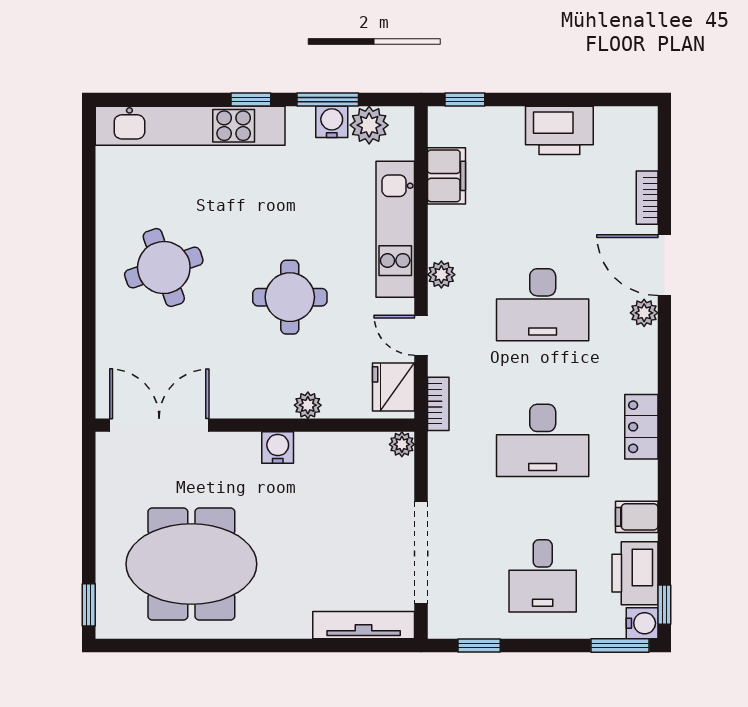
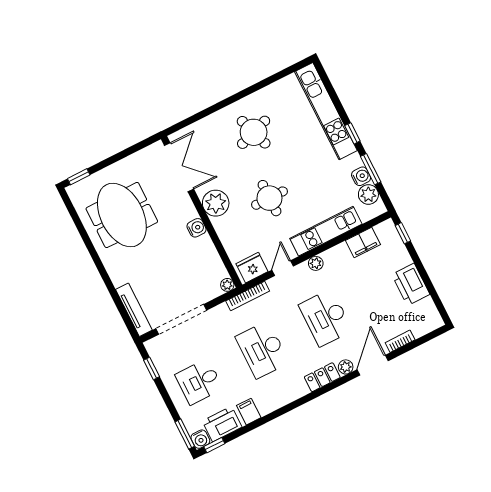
bookcase: (438, 404) -> (248, 296), width x1.56
plant: (308, 405) -> (216, 203), moved, width x1.87, depth x1.87
locker: (641, 427) -> (322, 377), moved

